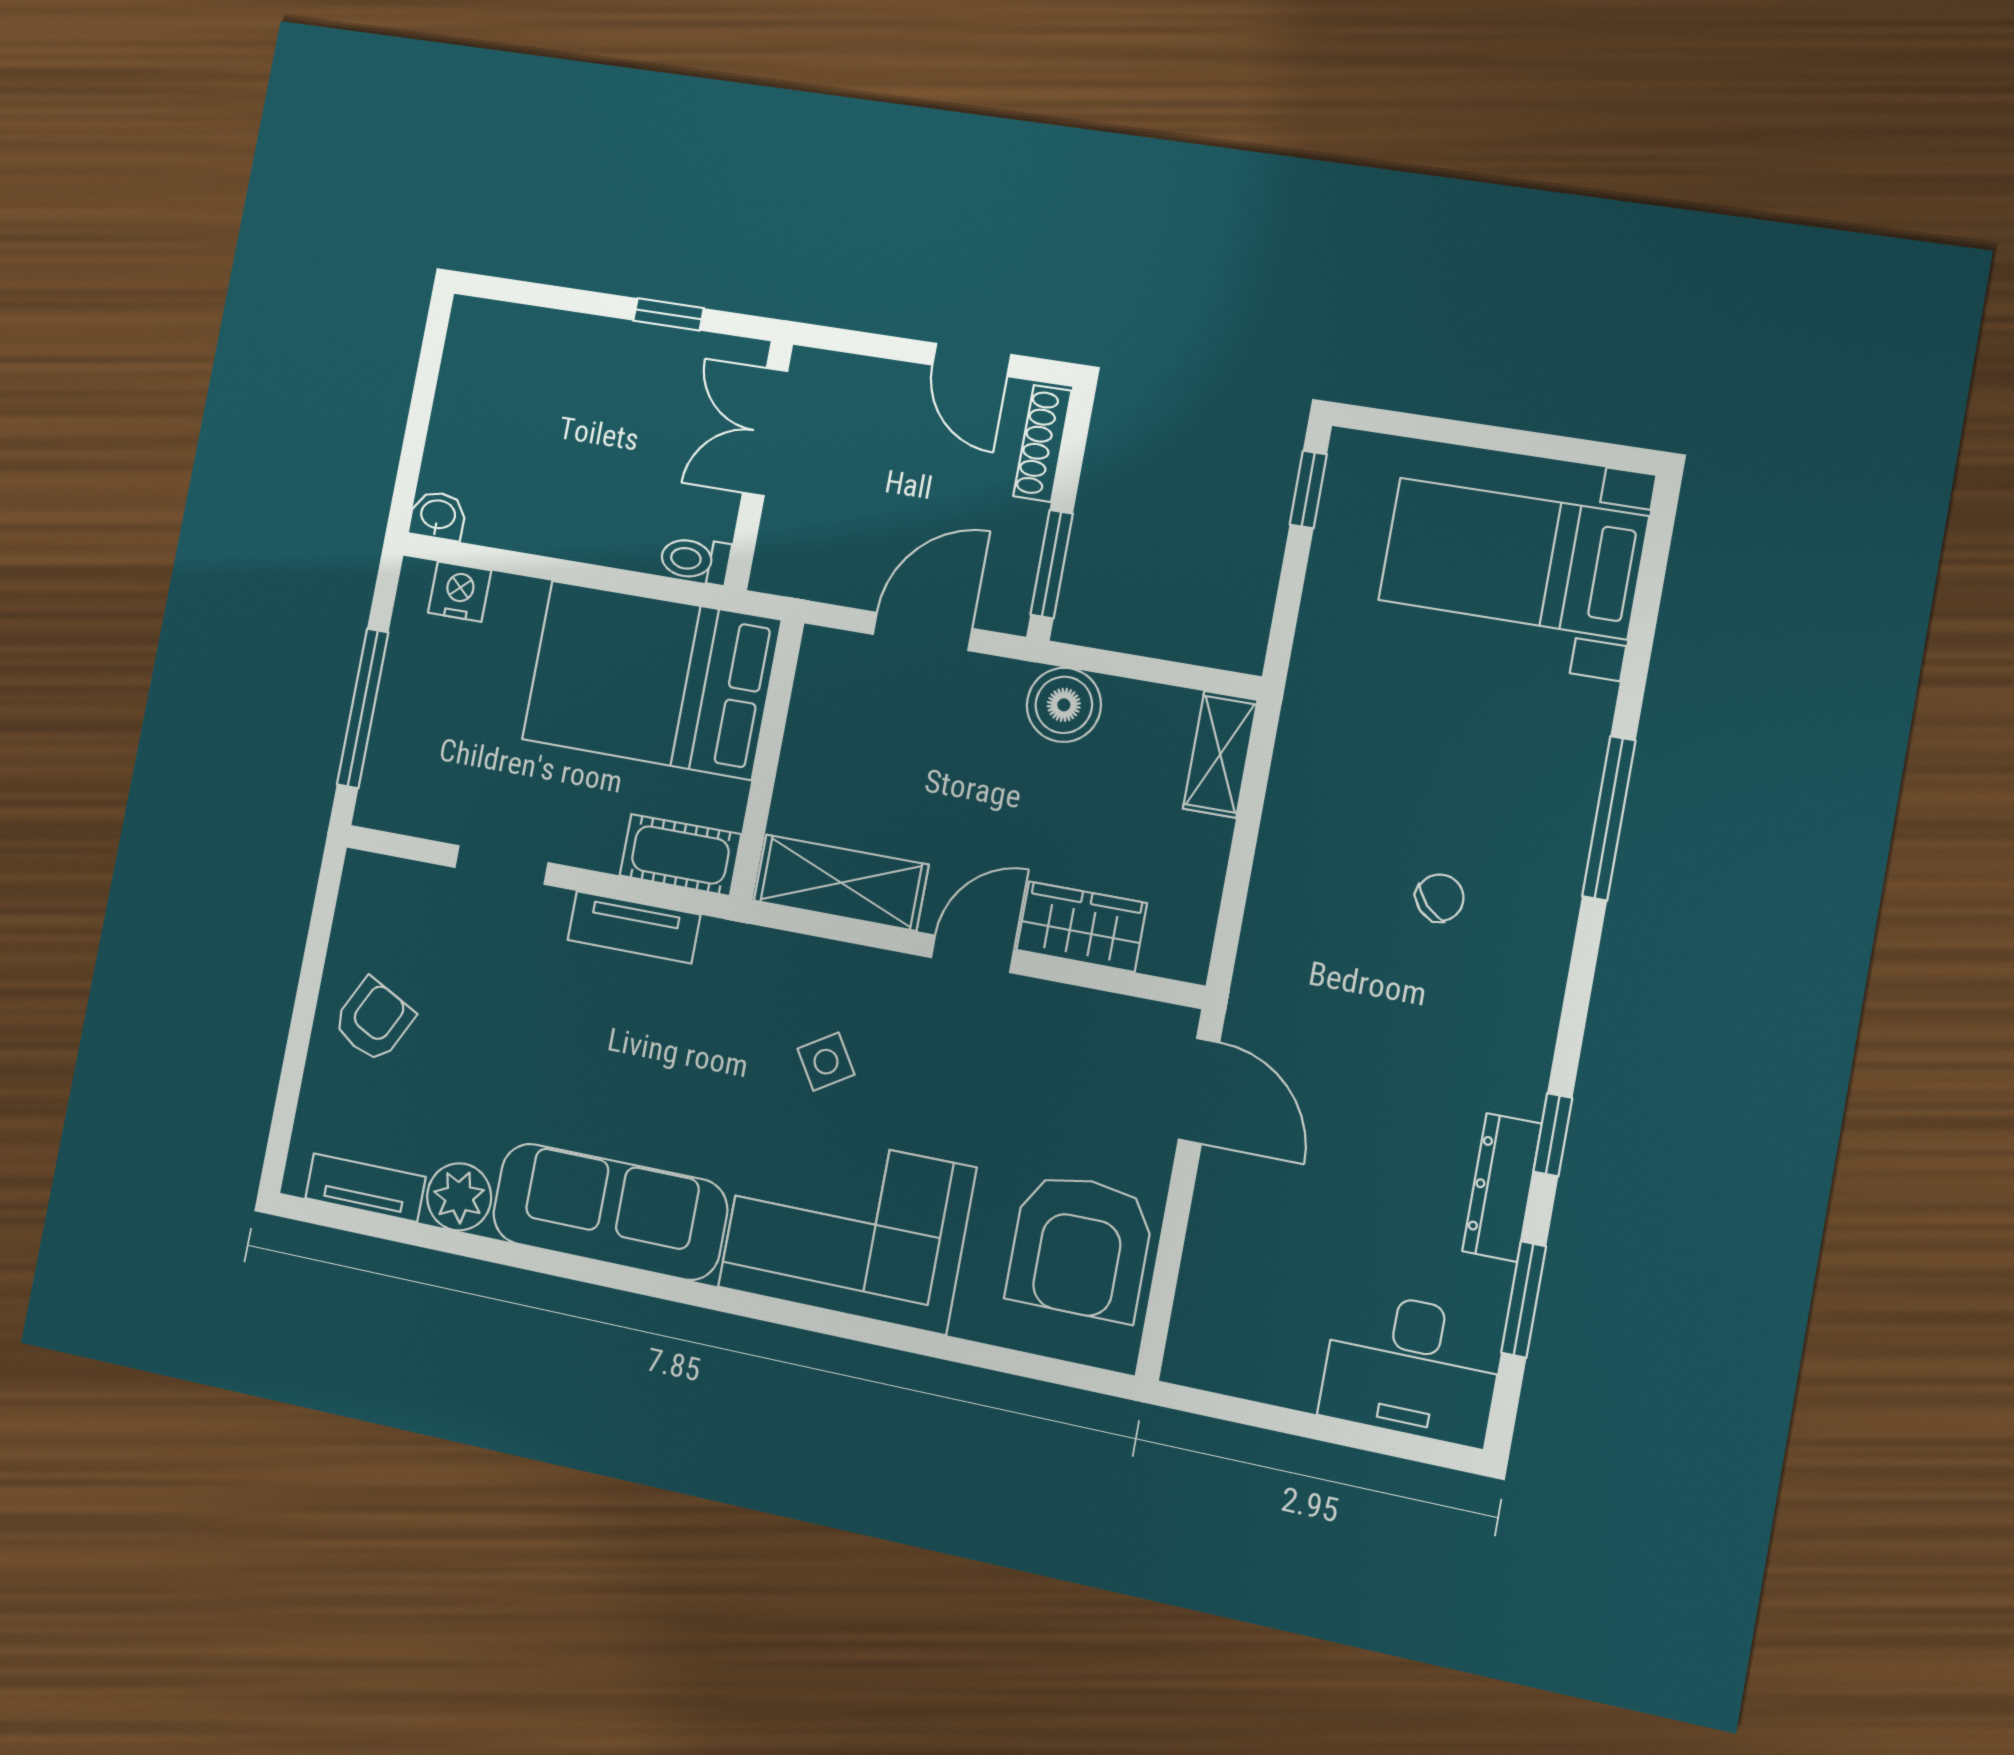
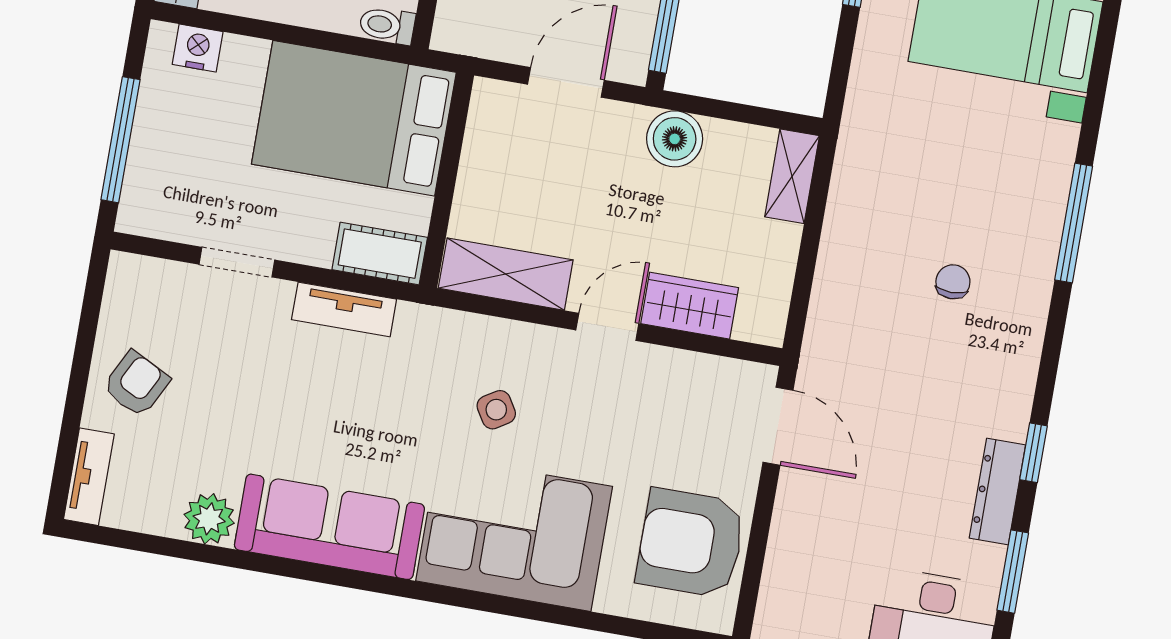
chair: (1440, 898) -> (953, 282), turned -47
tv unit: (365, 1188) -> (89, 477), moved, turned 90
armchair: (1080, 1247) -> (691, 543), turned 90

